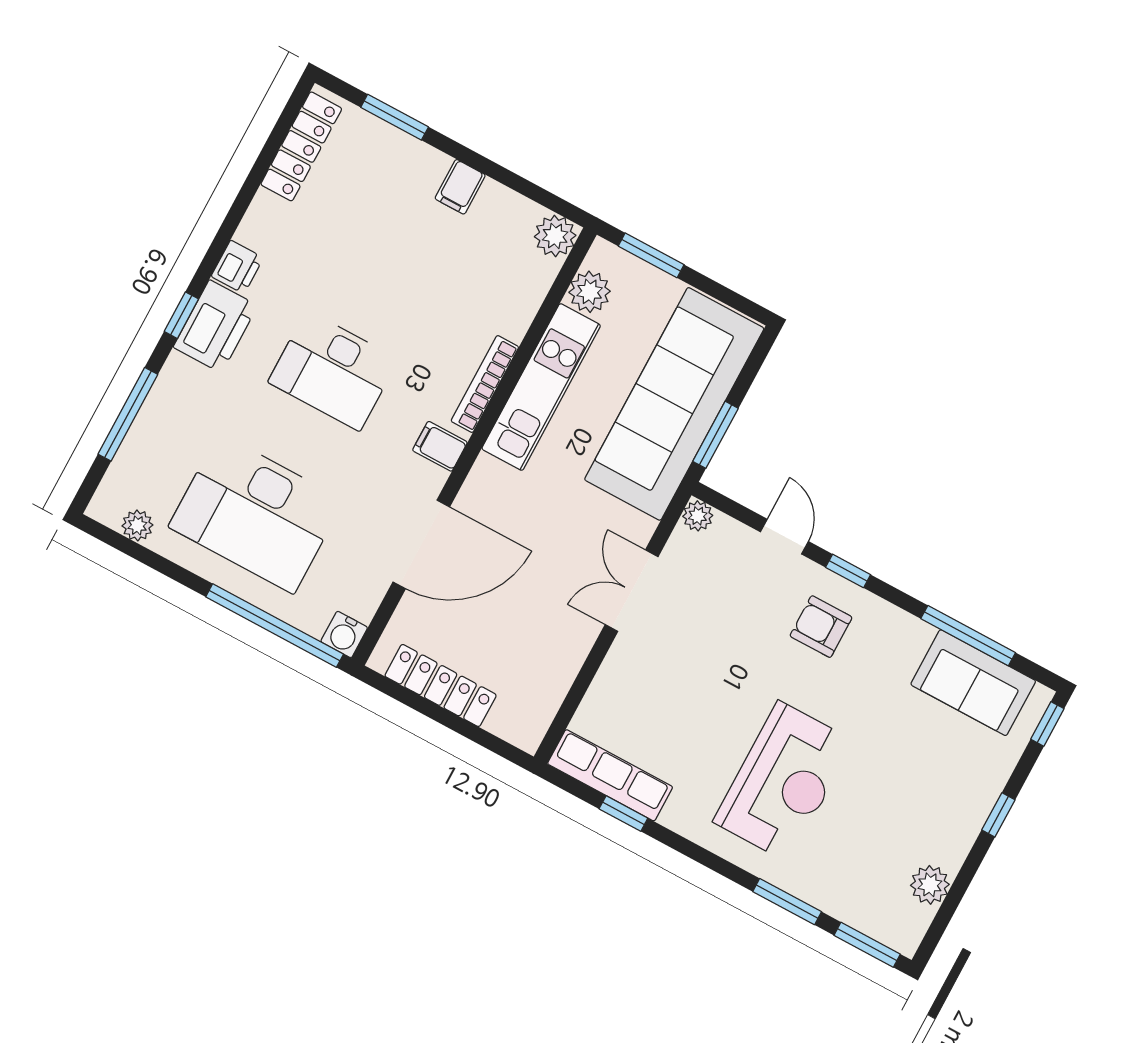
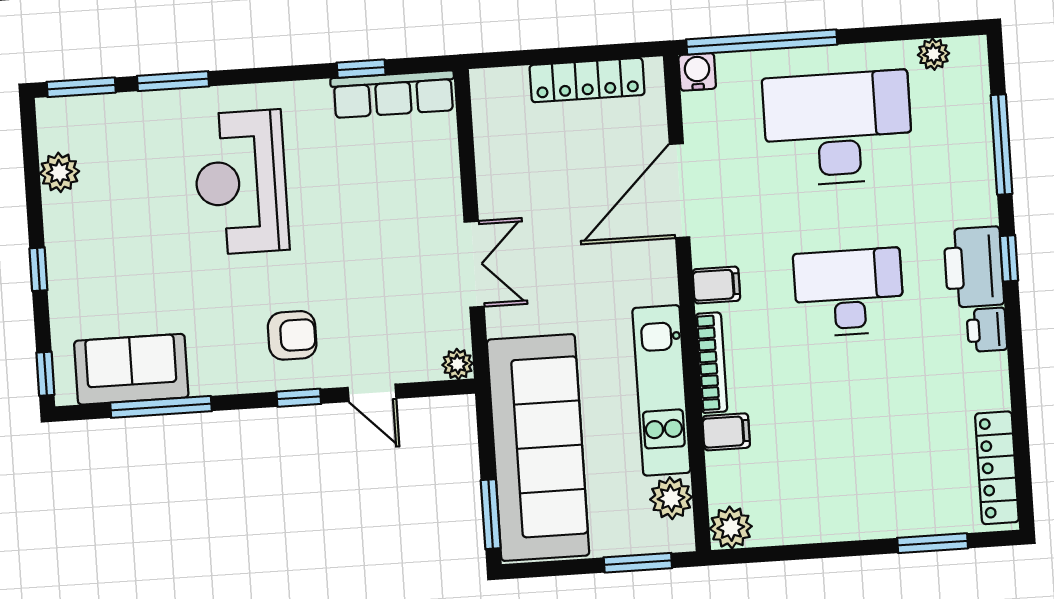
filing cabinet: (460, 187) -> (726, 432), moved, turned 90
window: (716, 435) -> (491, 514), moved

